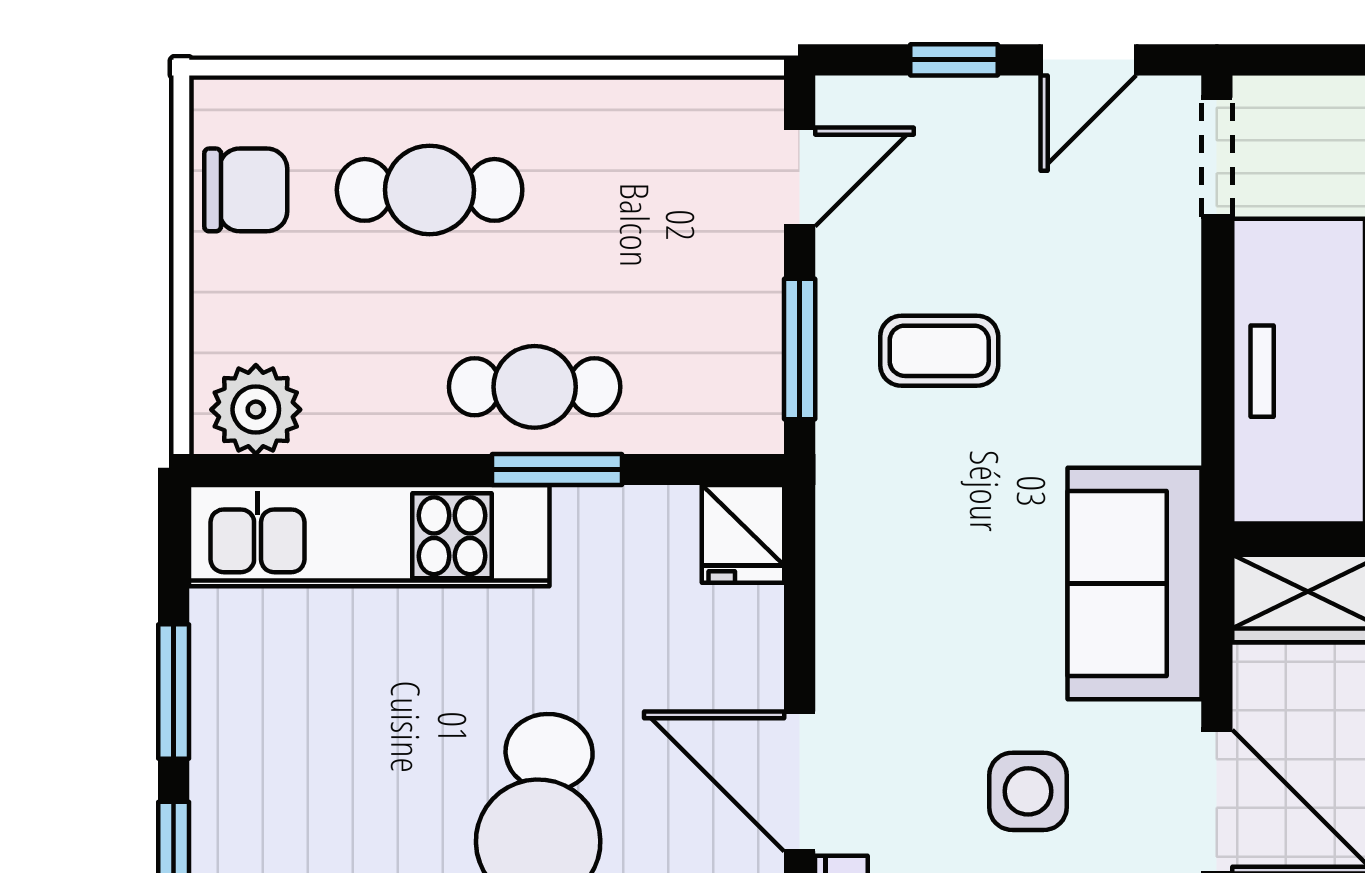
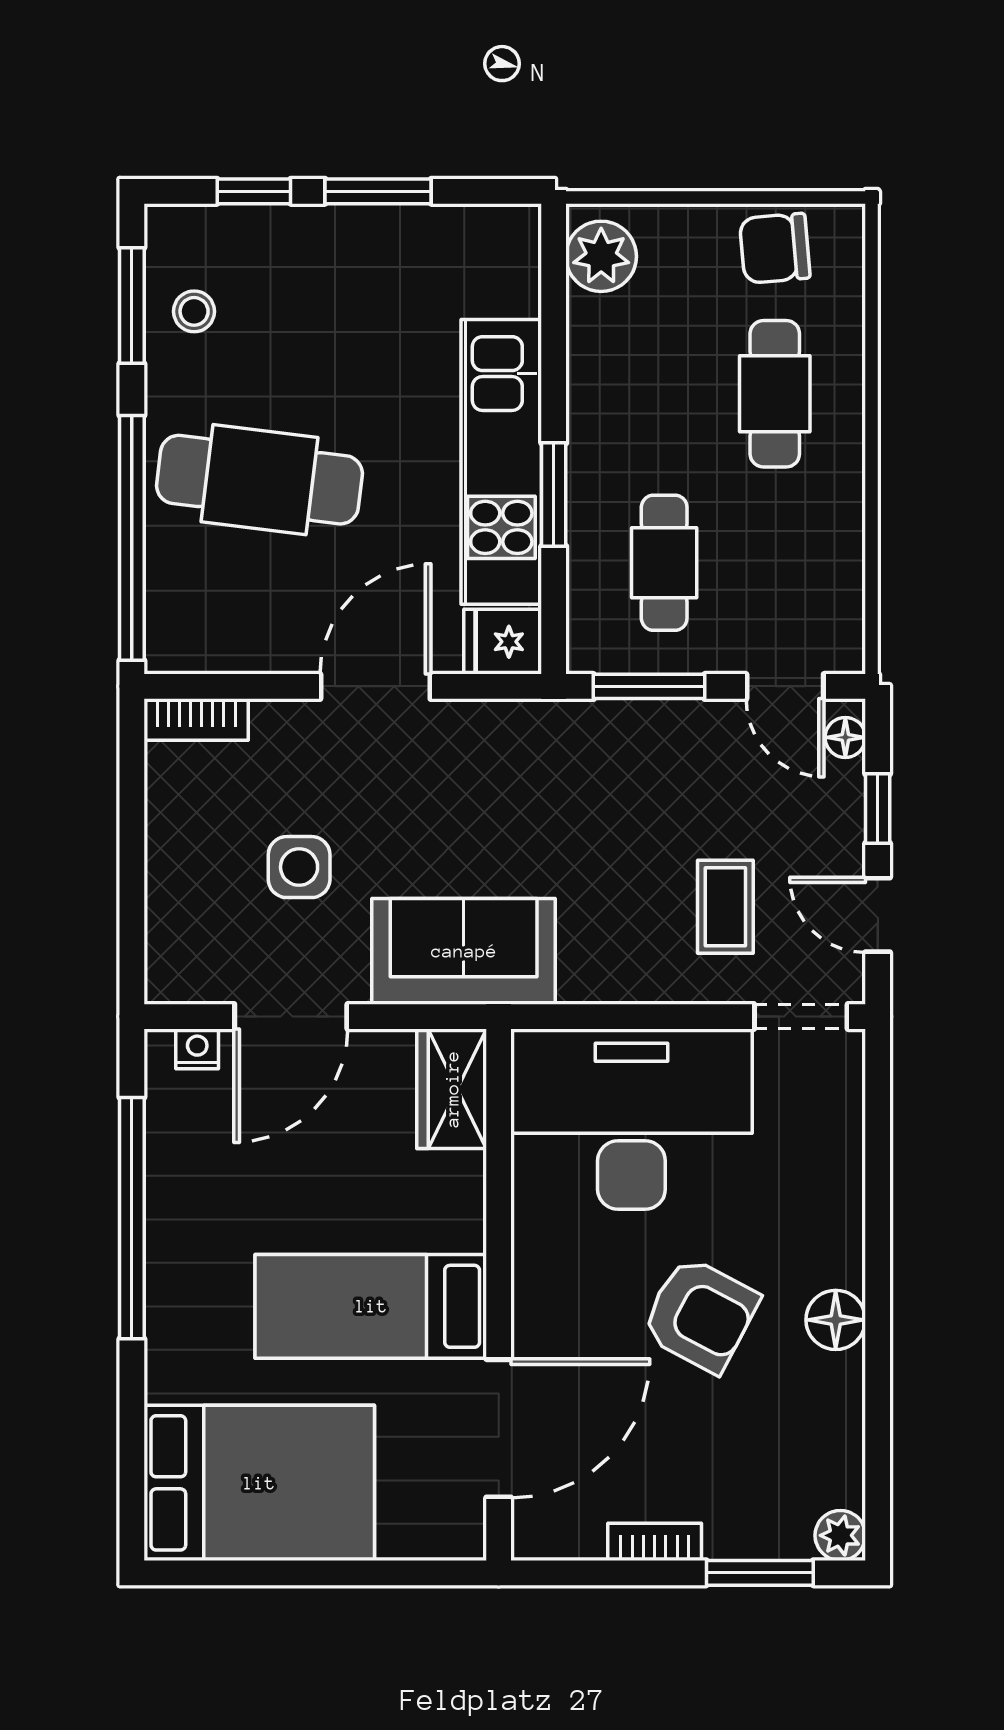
floor lamp: (864, 101) -> (845, 737), added
chair: (246, 190) -> (775, 248), turned 85
coffee table: (939, 351) -> (725, 907), moved
cafe table: (535, 387) -> (664, 563), moved
kitchen unit: (369, 536) -> (501, 462), moved
door: (800, 781) -> (375, 686), moved

